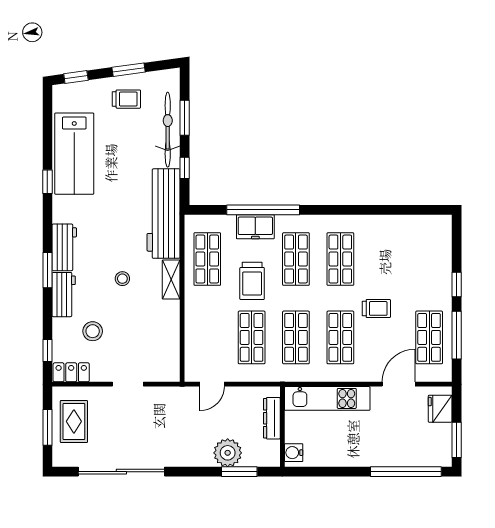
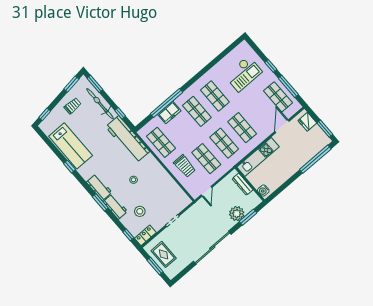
window: (129, 70) -> (71, 84), moved
window: (185, 118) -> (95, 84), moved
checkout: (408, 262) -> (243, 74), added
shelving: (171, 280) -> (154, 163), removed
trolley: (252, 281) -> (185, 166), moved
trolley: (376, 308) -> (247, 103), removed
sliding door: (121, 472) -> (212, 248), moved

